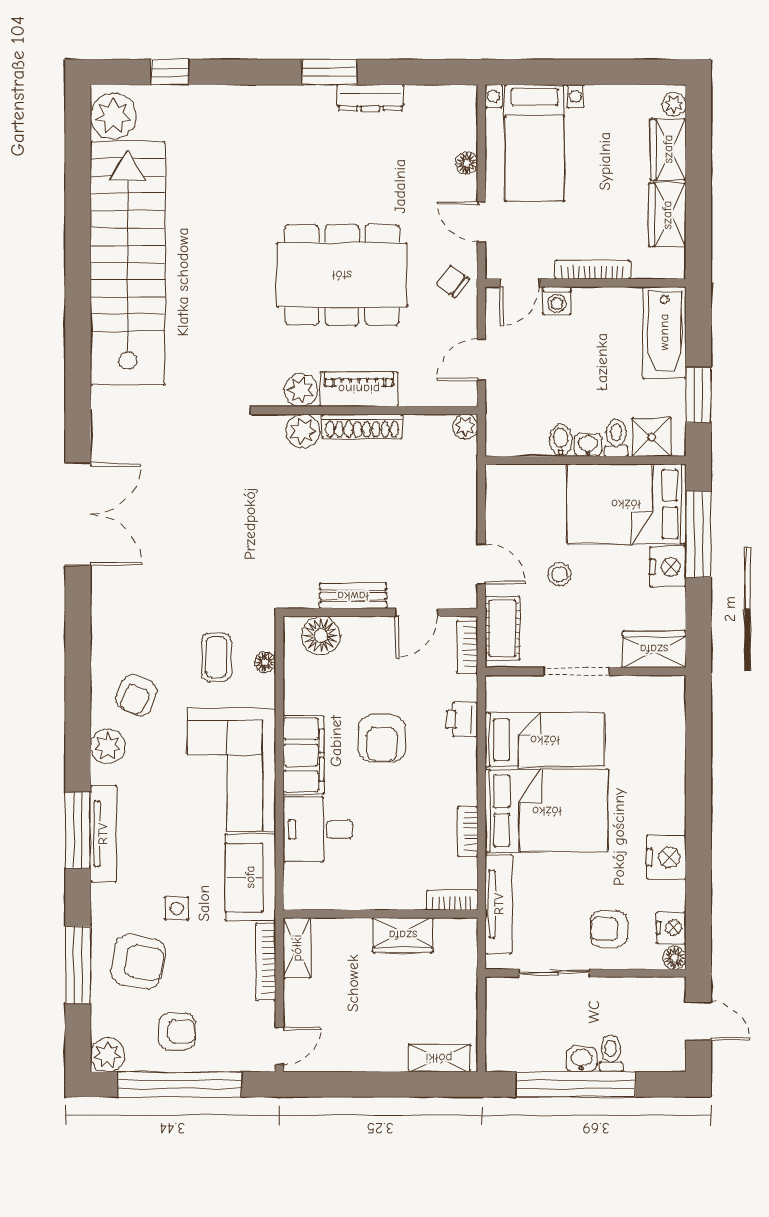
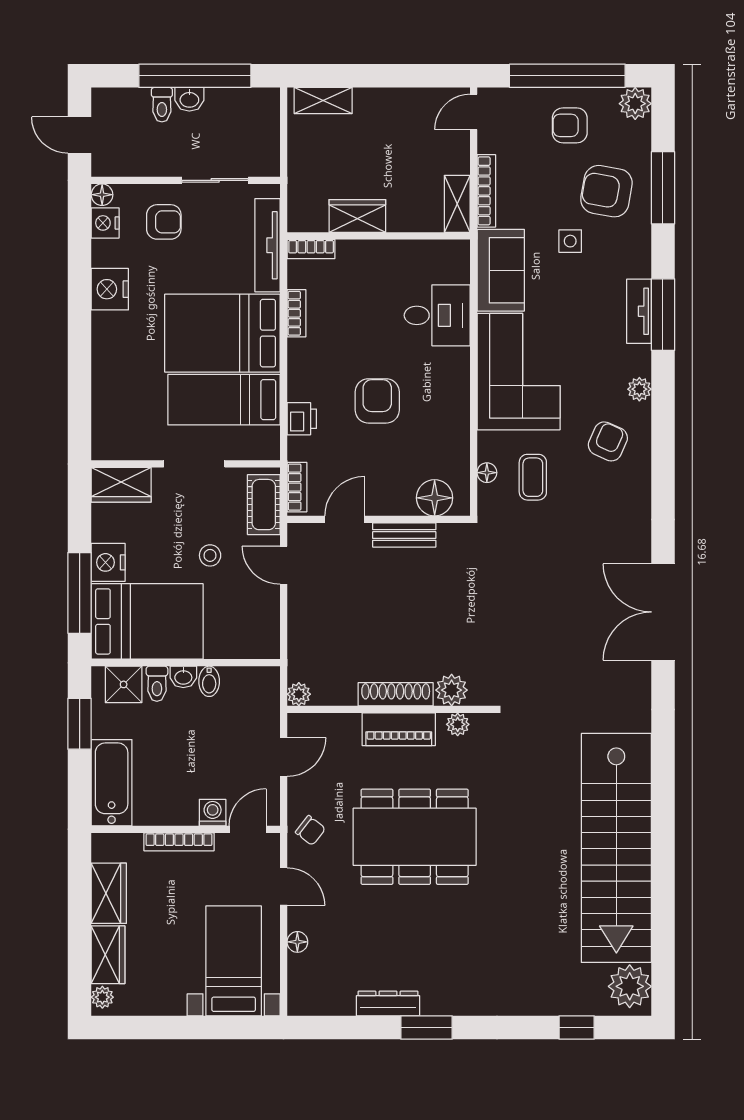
plant: (301, 390) -> (458, 724), width x0.73, depth x0.73
plant: (108, 746) -> (639, 389), width x0.73, depth x0.73
filing cabinet: (304, 755) -> (451, 385), removed
tv unit: (103, 834) -> (639, 311), width x0.71

